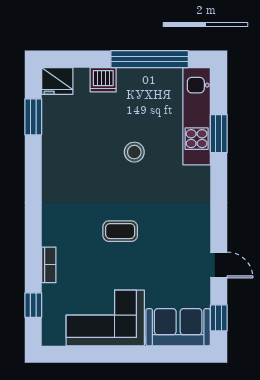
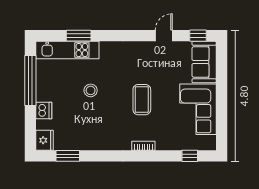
coffee table: (120, 231) -> (142, 100), width x1.36, depth x1.30
bookcase: (49, 265) -> (143, 146), moved

